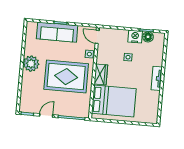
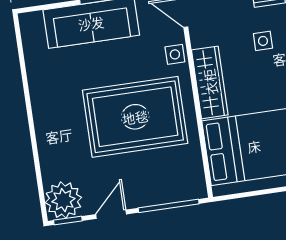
plant: (31, 64) -> (63, 200), moved
wardrobe: (101, 74) -> (210, 82), width x1.50

